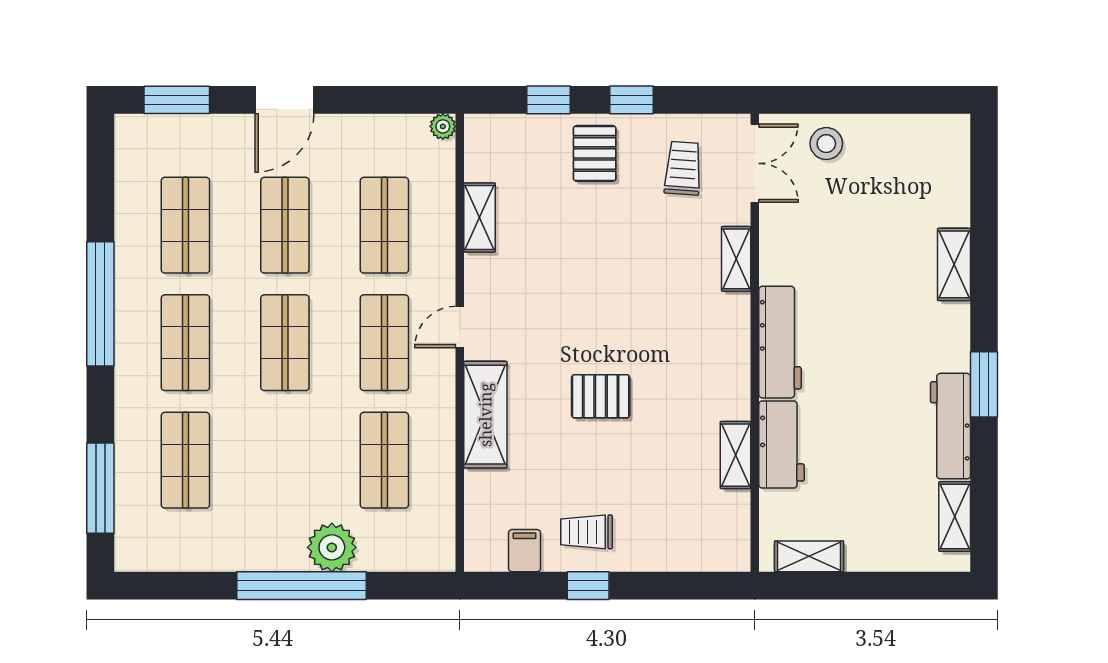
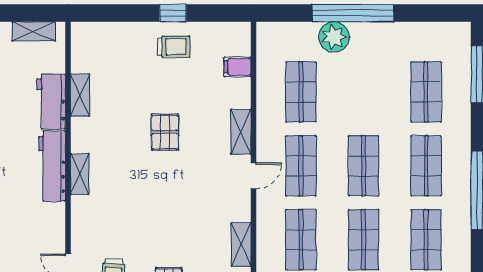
shelving: (736, 259) -> (80, 174), moved
pallet: (601, 396) -> (165, 132), turned 90
shelving: (485, 415) -> (241, 132), width x0.67, depth x0.75
filing cabinet: (525, 551) -> (238, 67), moved, turned 90

